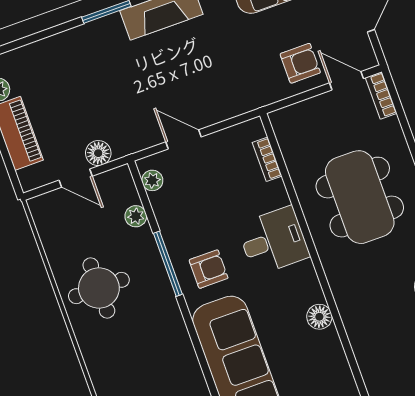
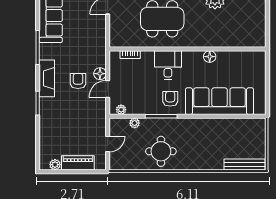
armchair: (300, 63) -> (78, 81), moved
floor lamp: (98, 153) -> (100, 74), moved

